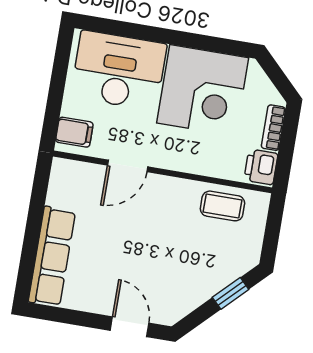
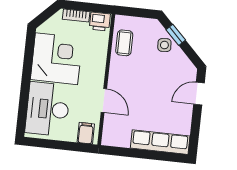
side table: (215, 273) -> (164, 45), added

